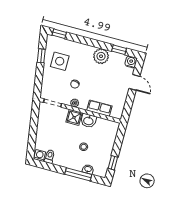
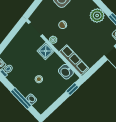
row of seats: (99, 108) -> (74, 60), width x1.48
washbasin: (88, 121) -> (66, 72), moved
window: (113, 163) -> (72, 89), moved

